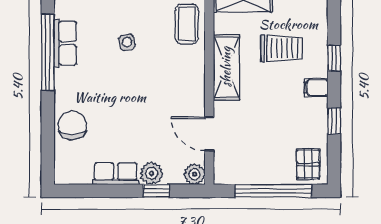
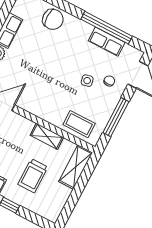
chair: (113, 14) -> (109, 81), added
shelving: (226, 67) -> (47, 136), width x0.67, depth x0.75

